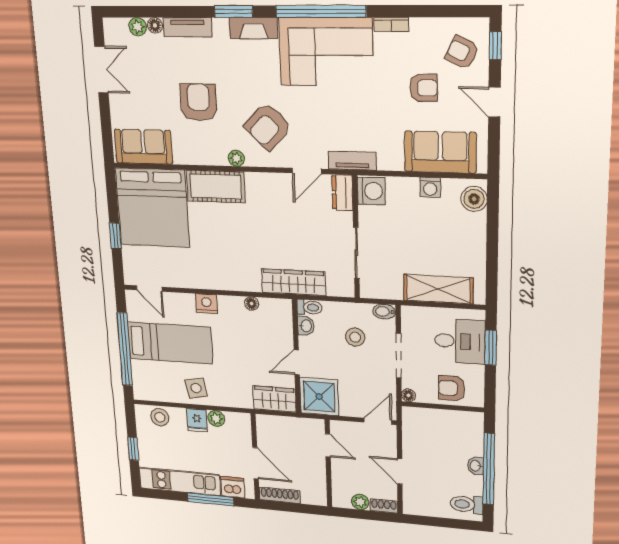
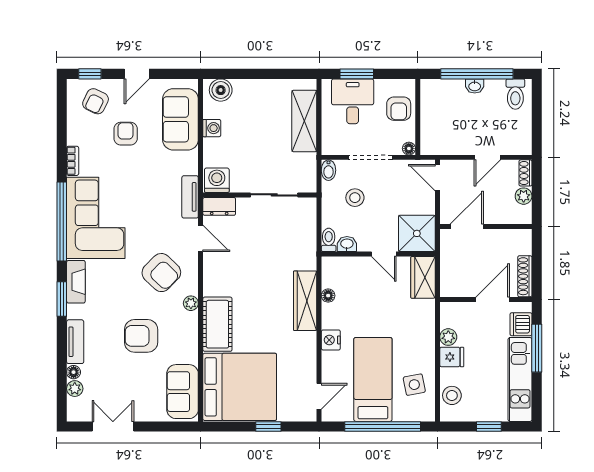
wardrobe: (294, 282) -> (305, 301), moved
side table: (196, 388) -> (414, 385), moved
door: (328, 445) -> (467, 226), width x1.38

